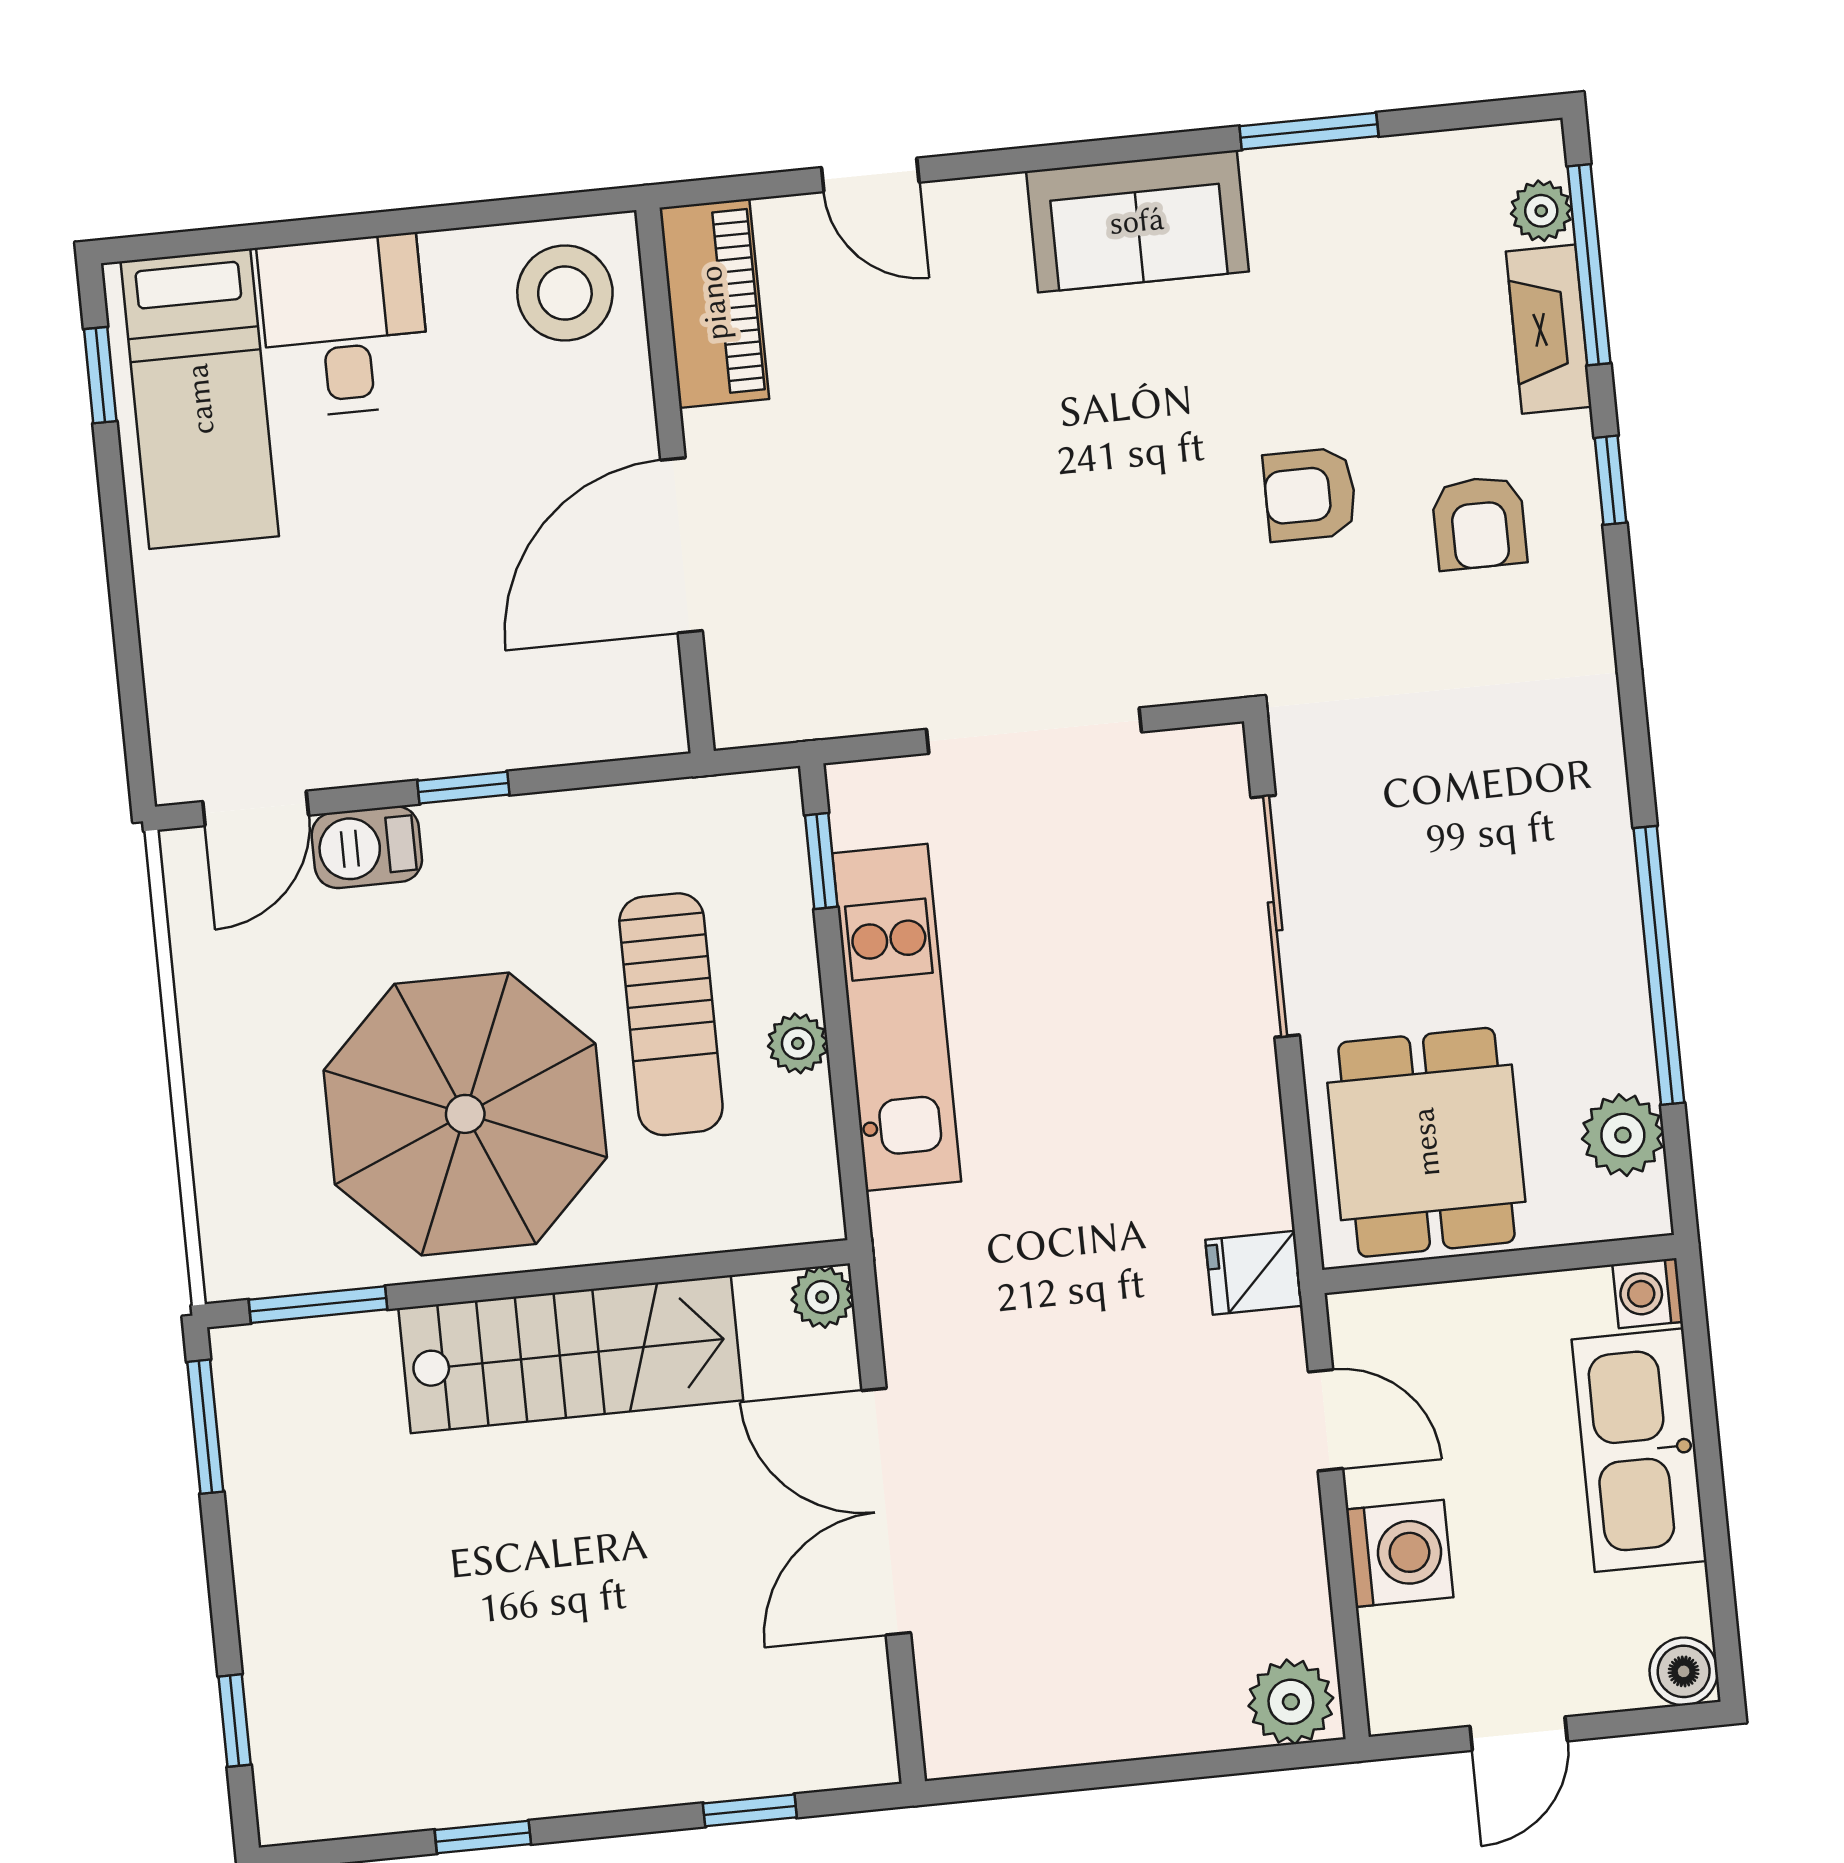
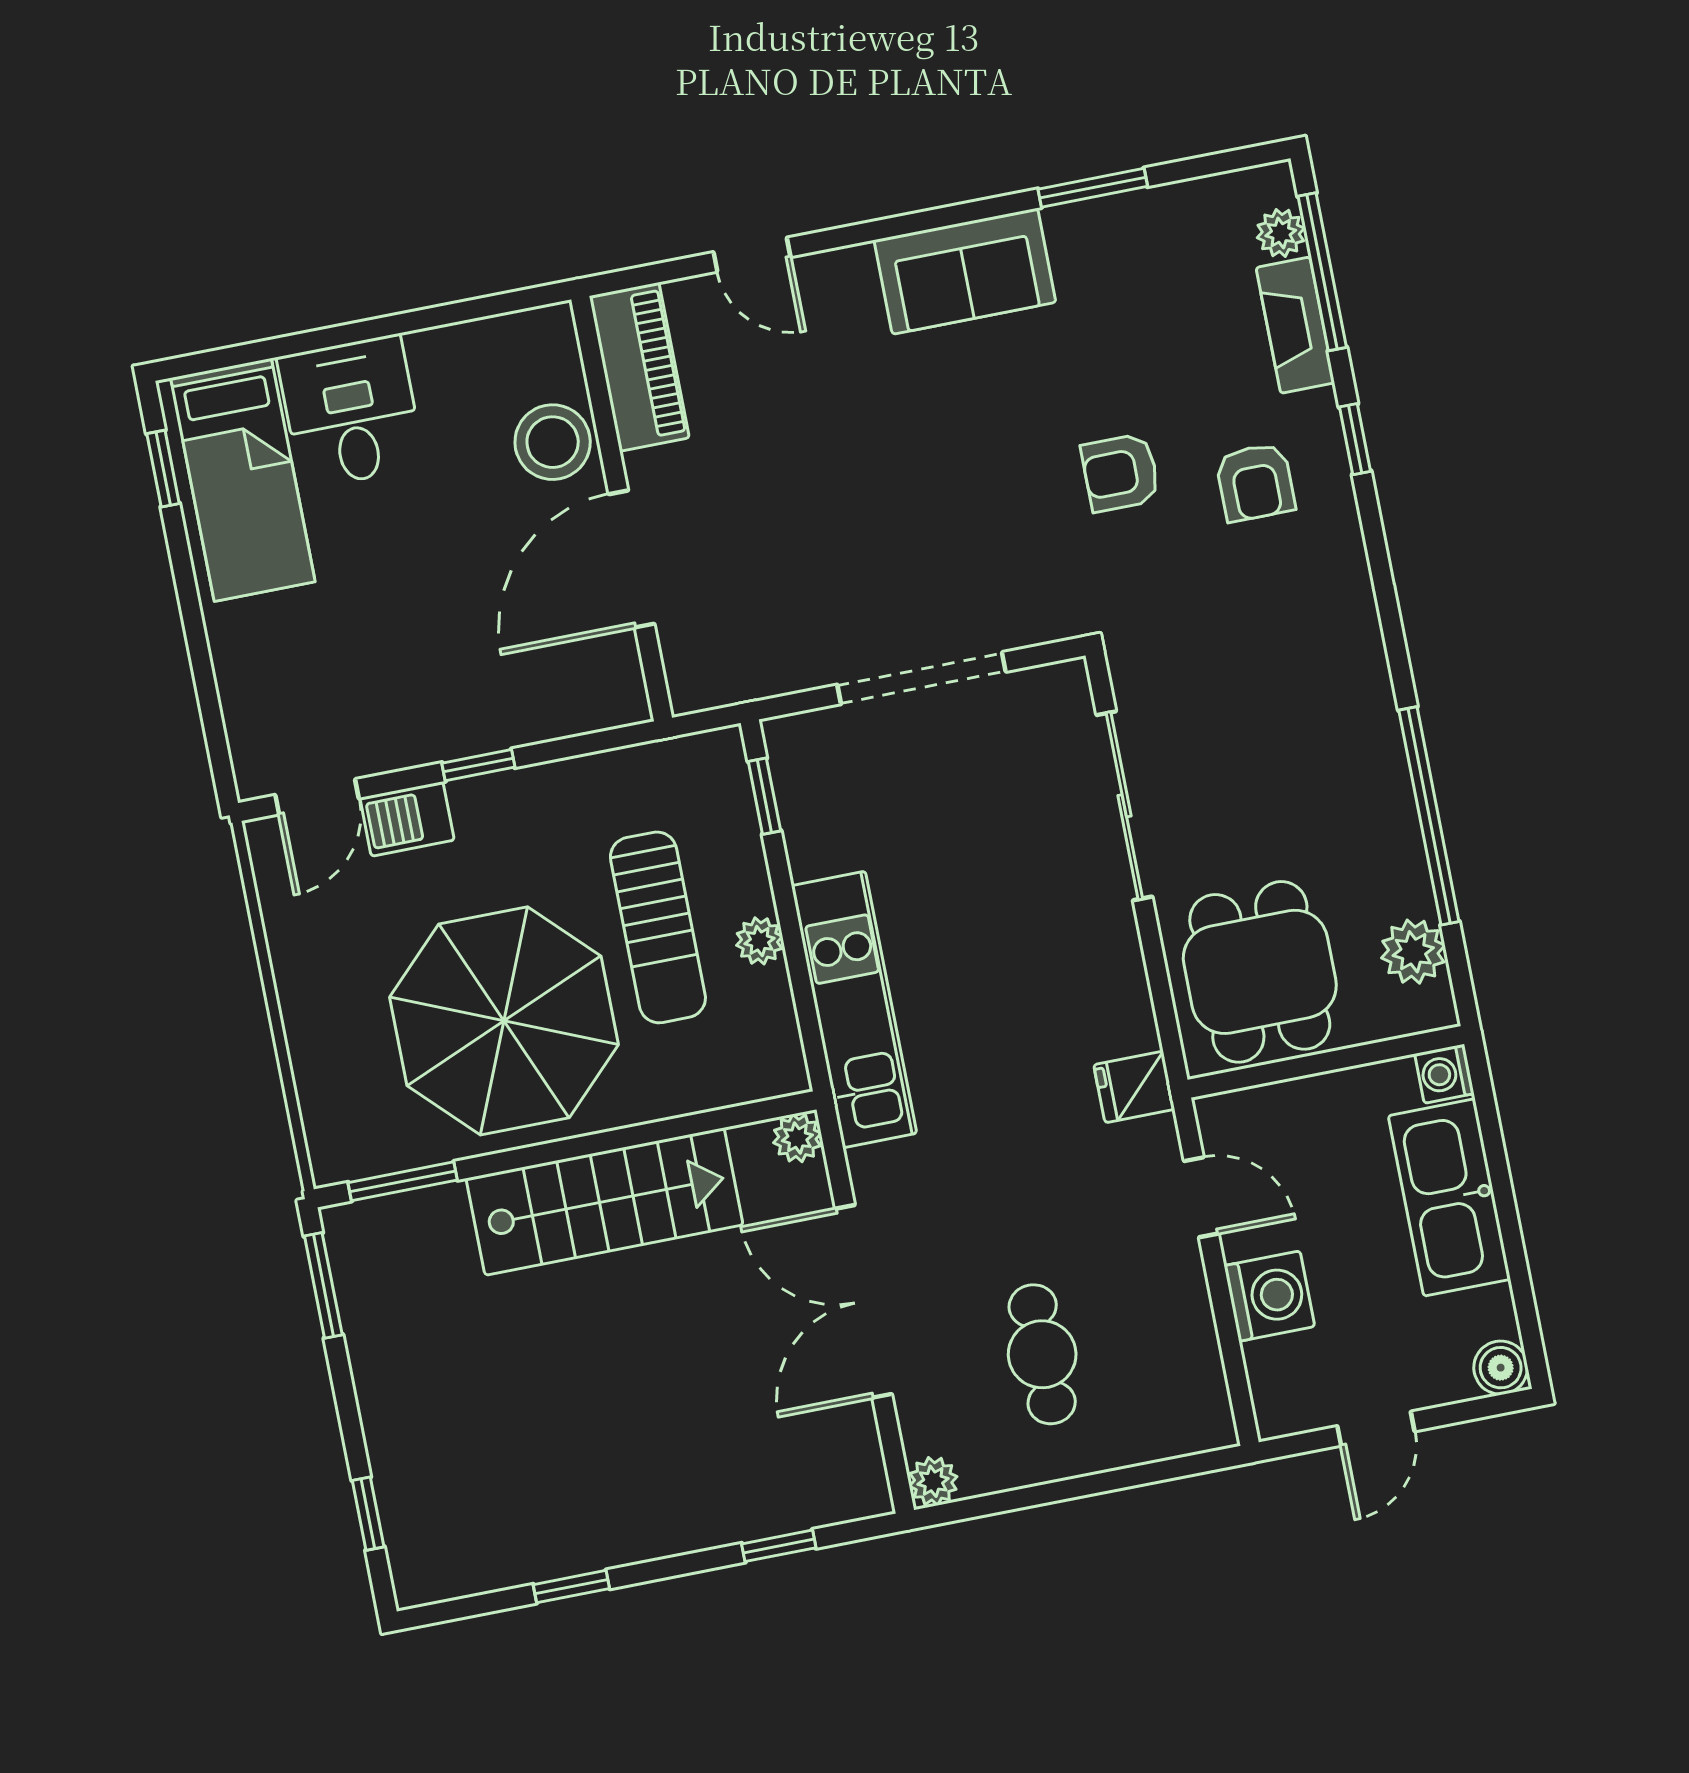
stool: (565, 293) -> (553, 442), moved
kitchen unit: (897, 1017) -> (854, 1009), moved
cafe table: (1106, 1600) -> (1042, 1354), added
plant: (1291, 1702) -> (933, 1481), moved, width x0.73, depth x0.73

